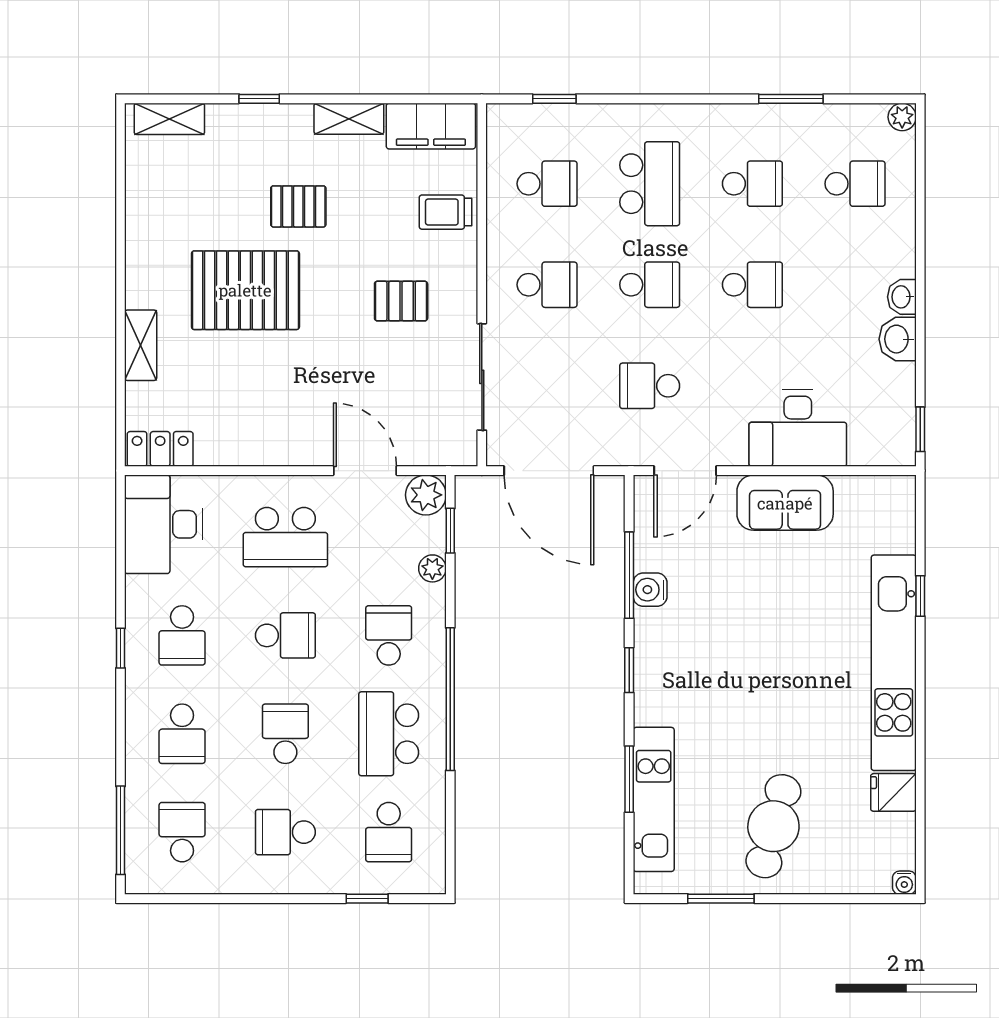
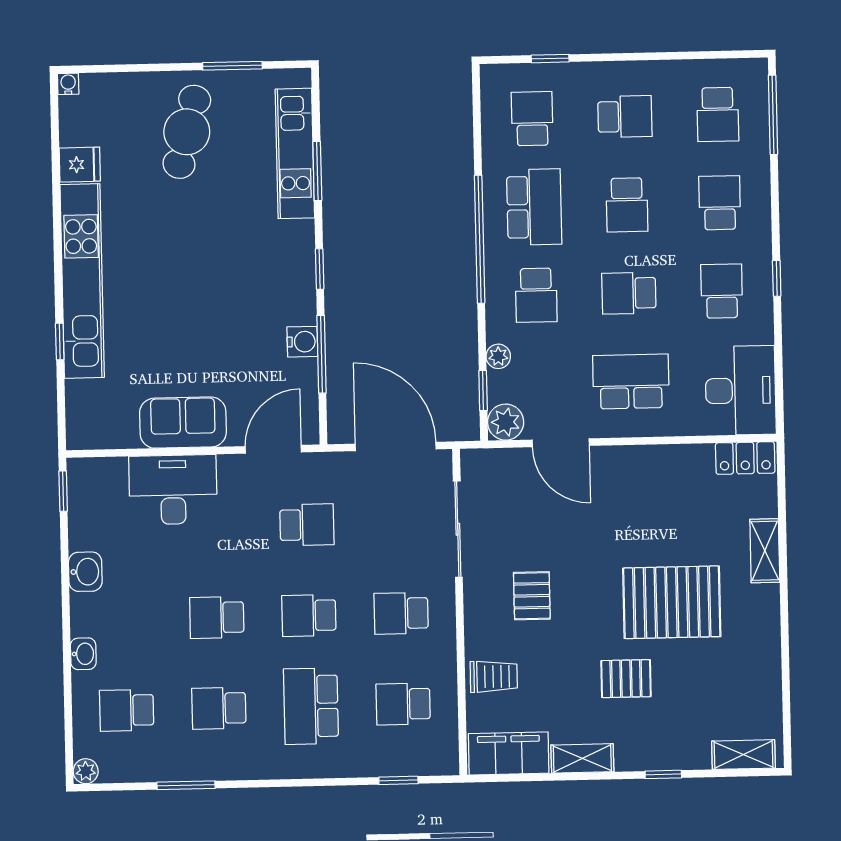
washbasin: (902, 297) -> (83, 654), moved
pallet: (401, 301) -> (532, 596), turned 90

